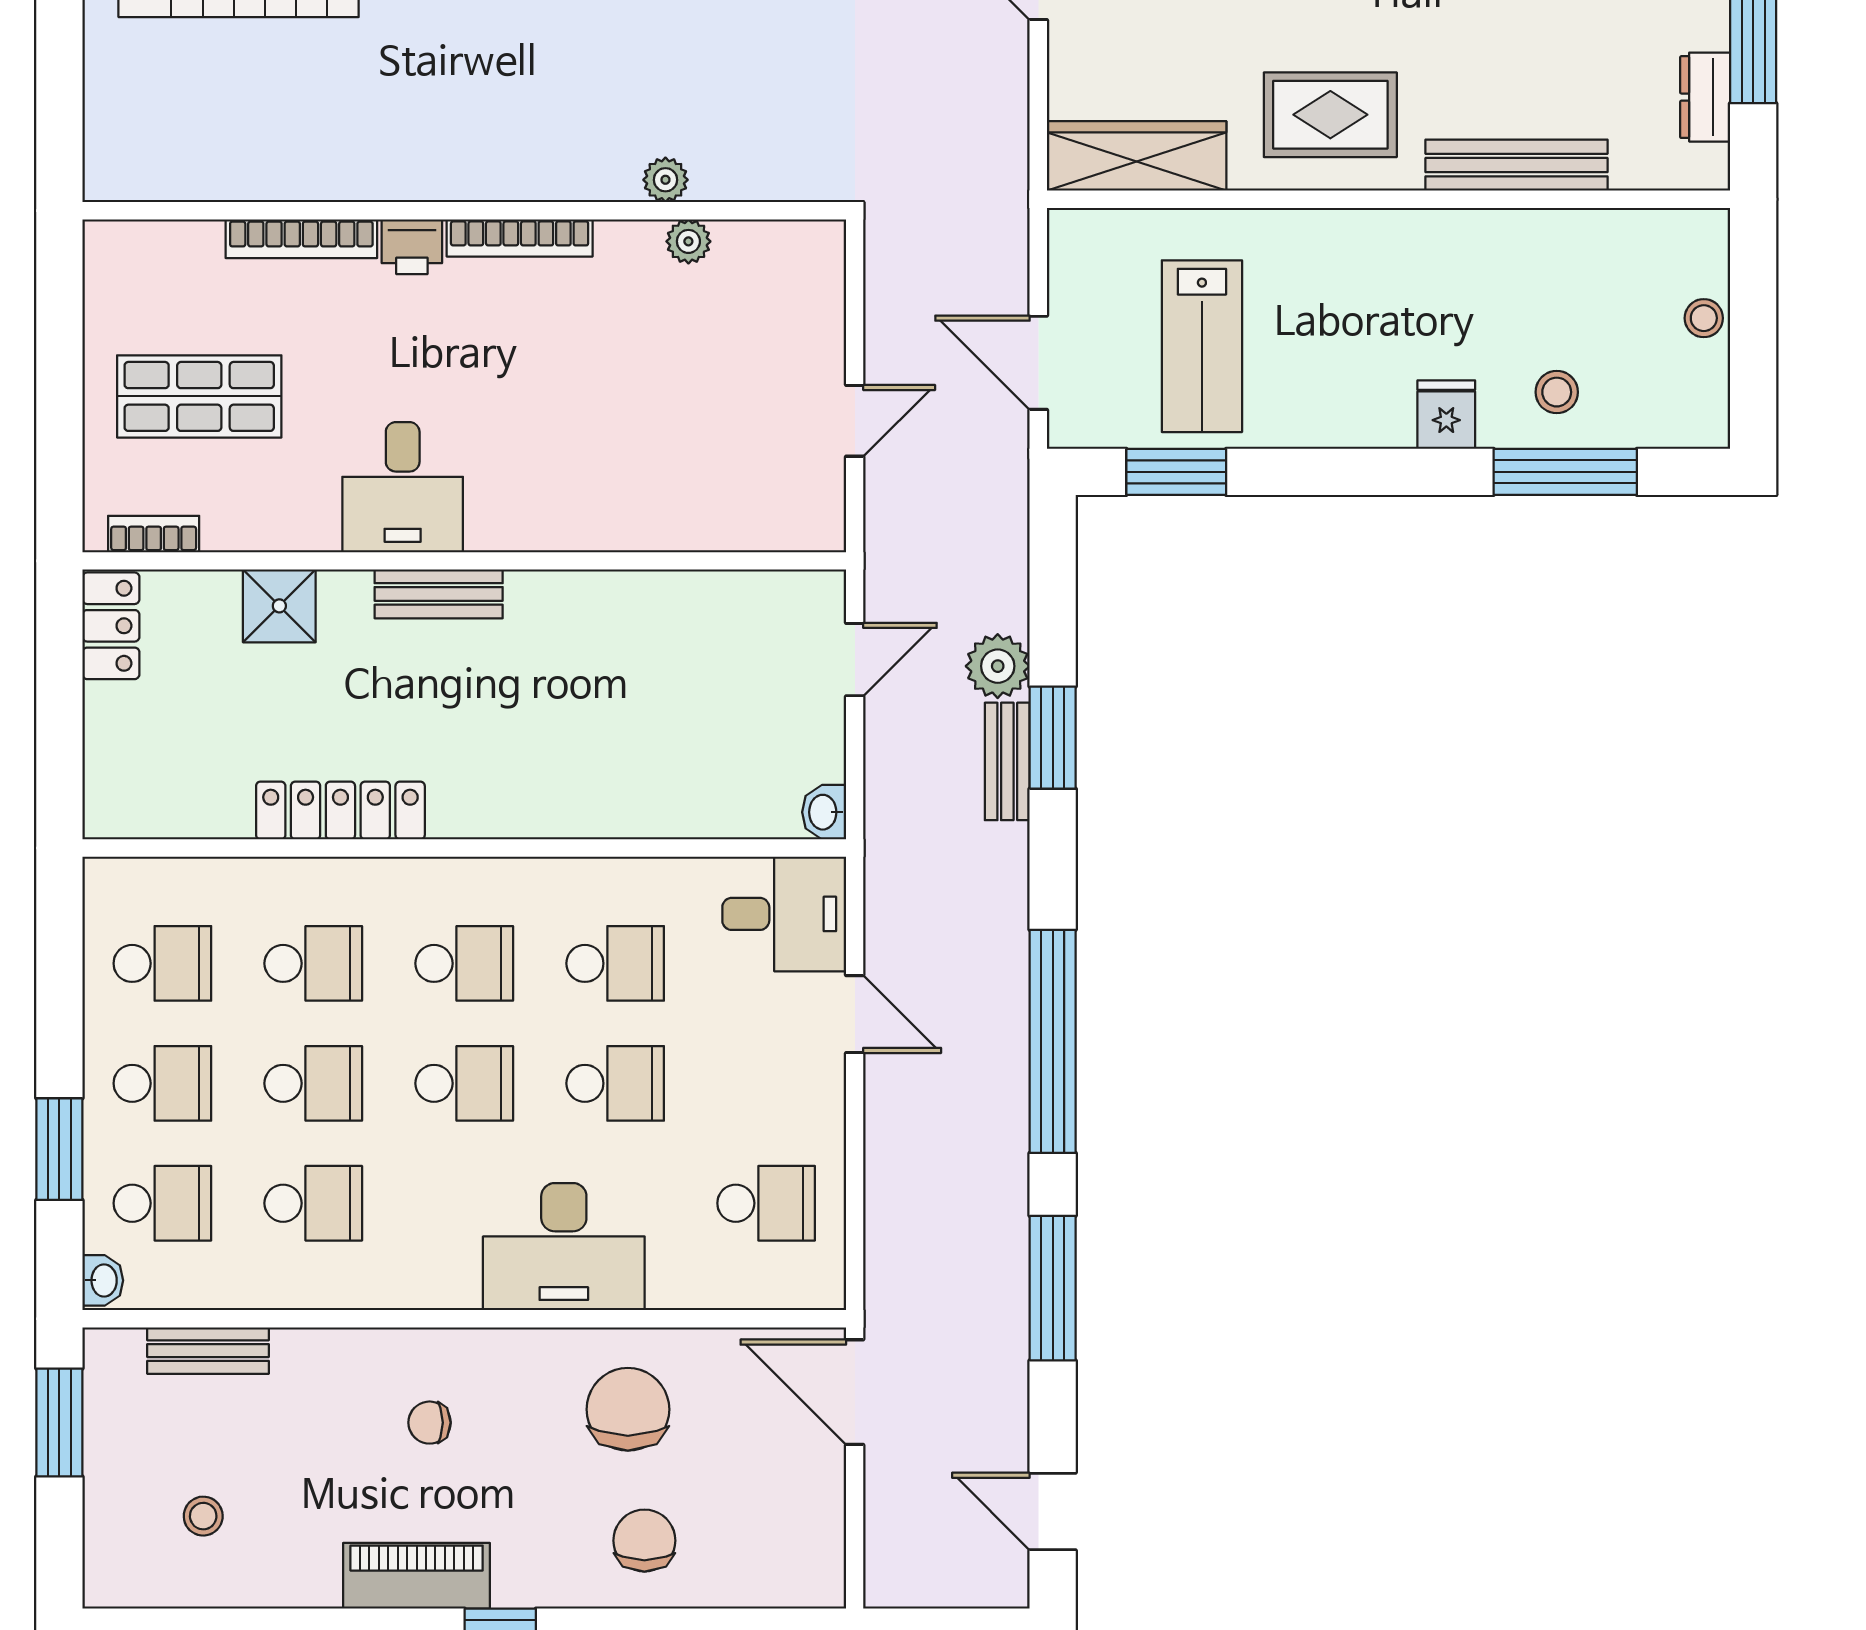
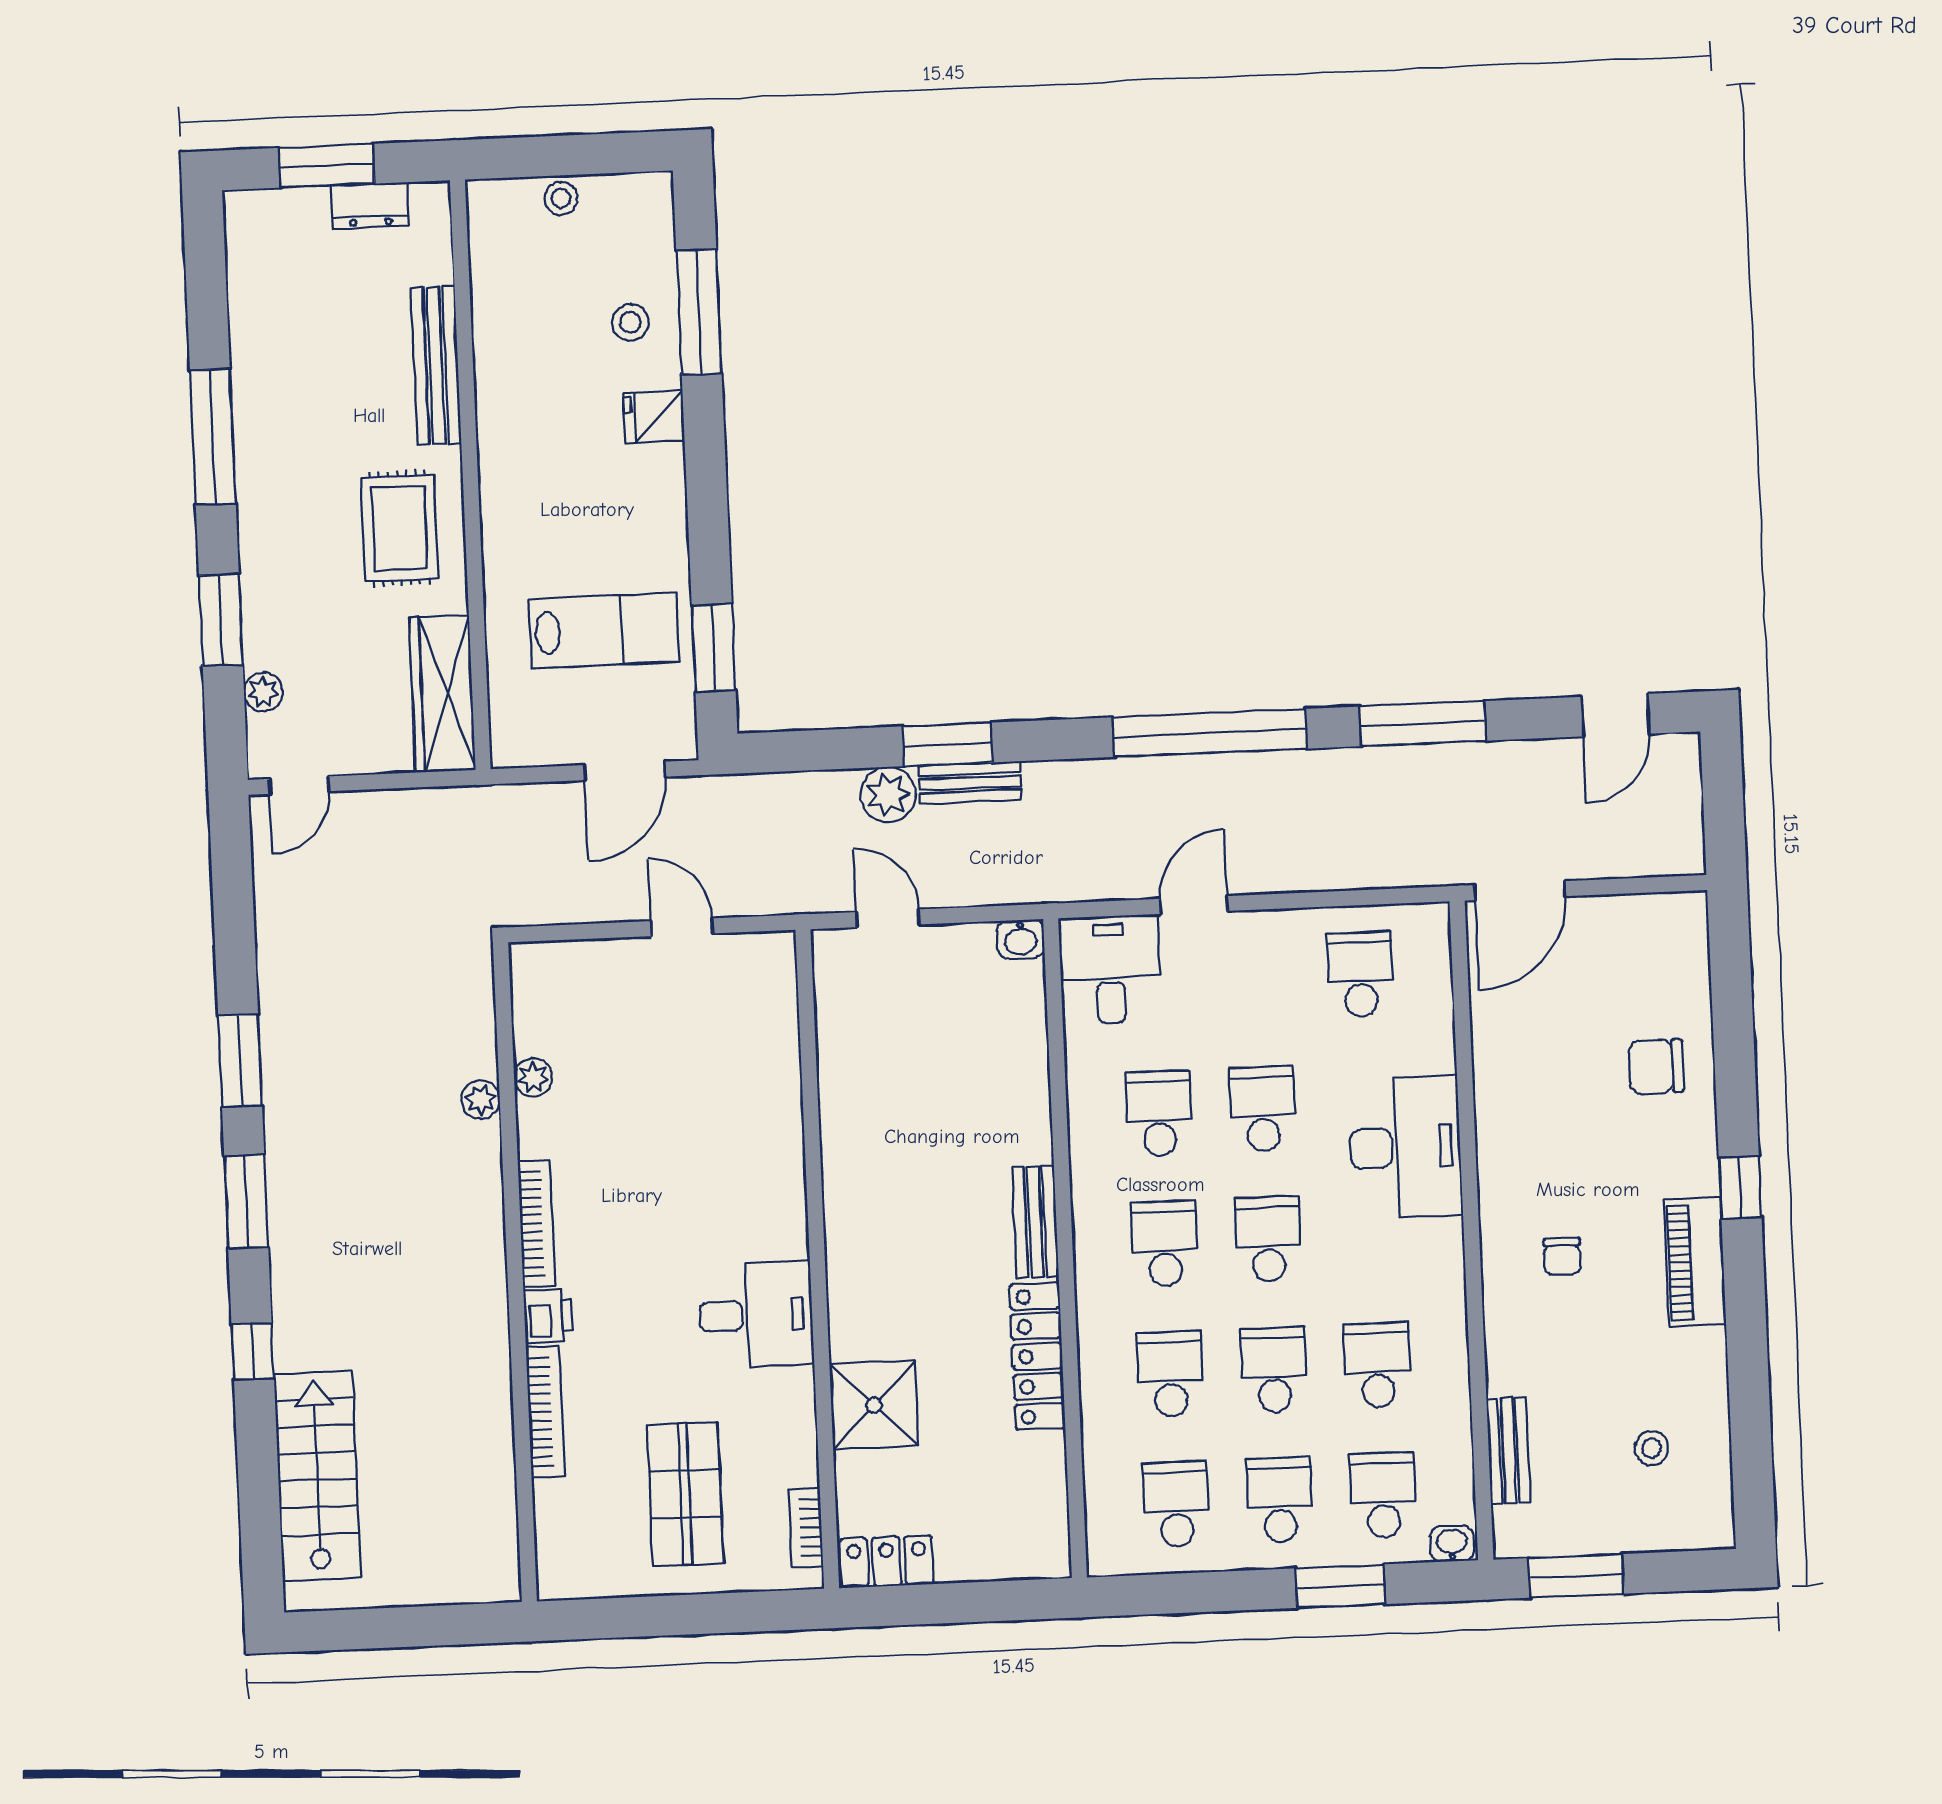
bench: (439, 594) -> (1035, 1222), moved
shower: (279, 606) -> (874, 1405), width x1.36, depth x1.36
chair: (628, 1409) -> (1543, 1086), removed

